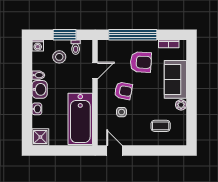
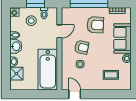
shower: (40, 137) -> (16, 74), moved

